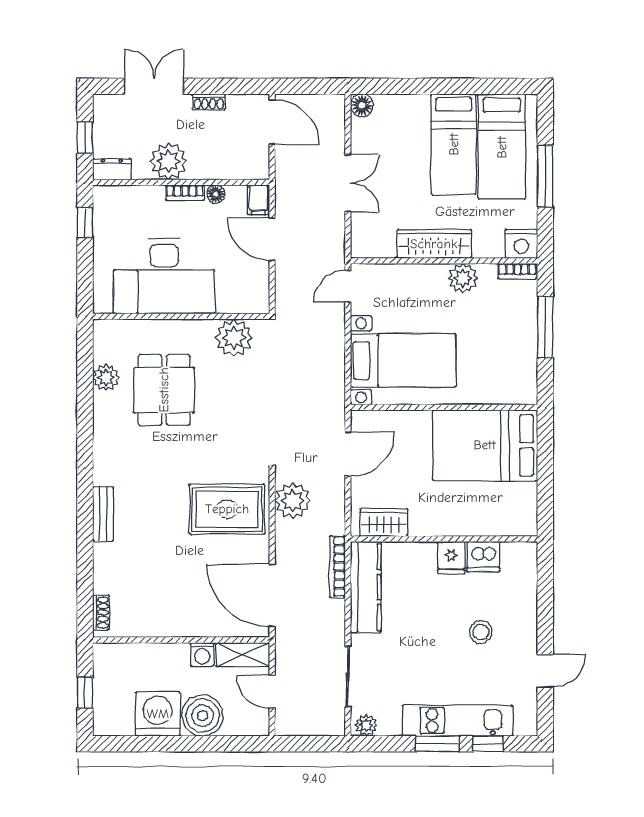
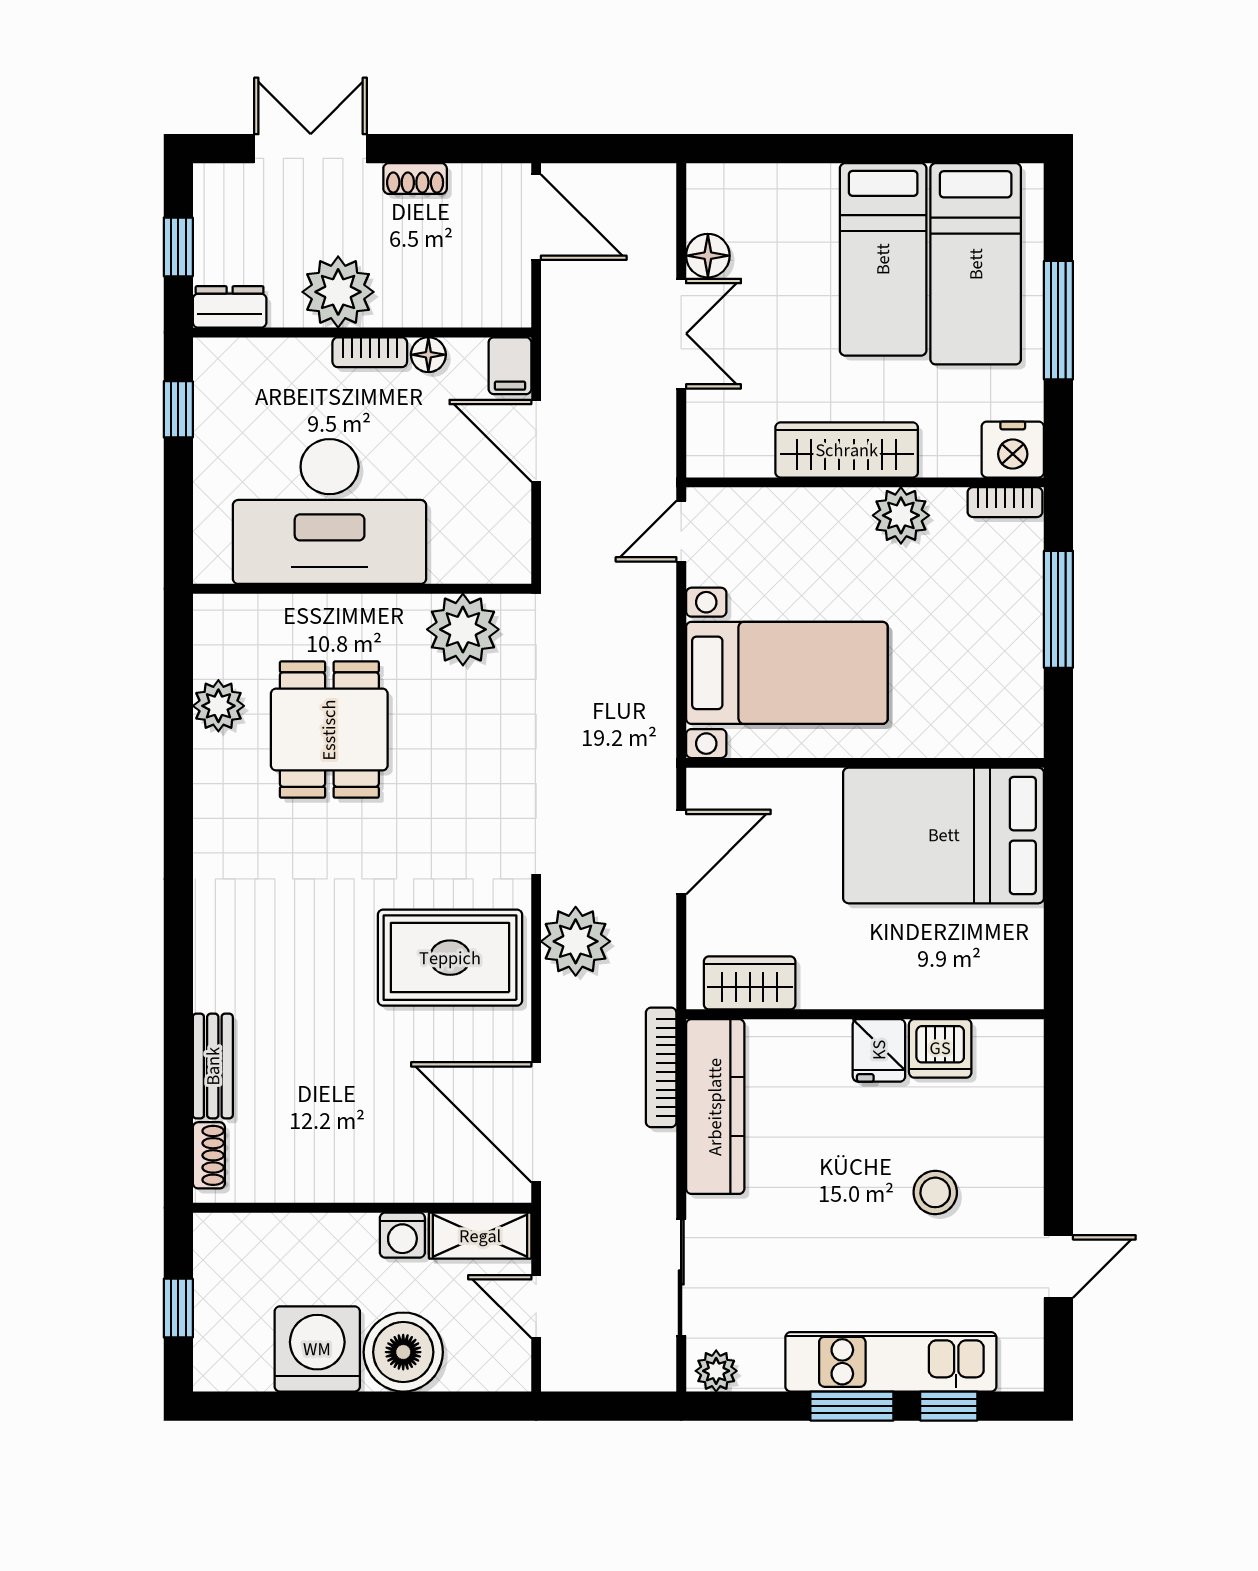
floor lamp: (362, 105) -> (708, 256), moved
bench: (103, 514) -> (213, 1066), moved

